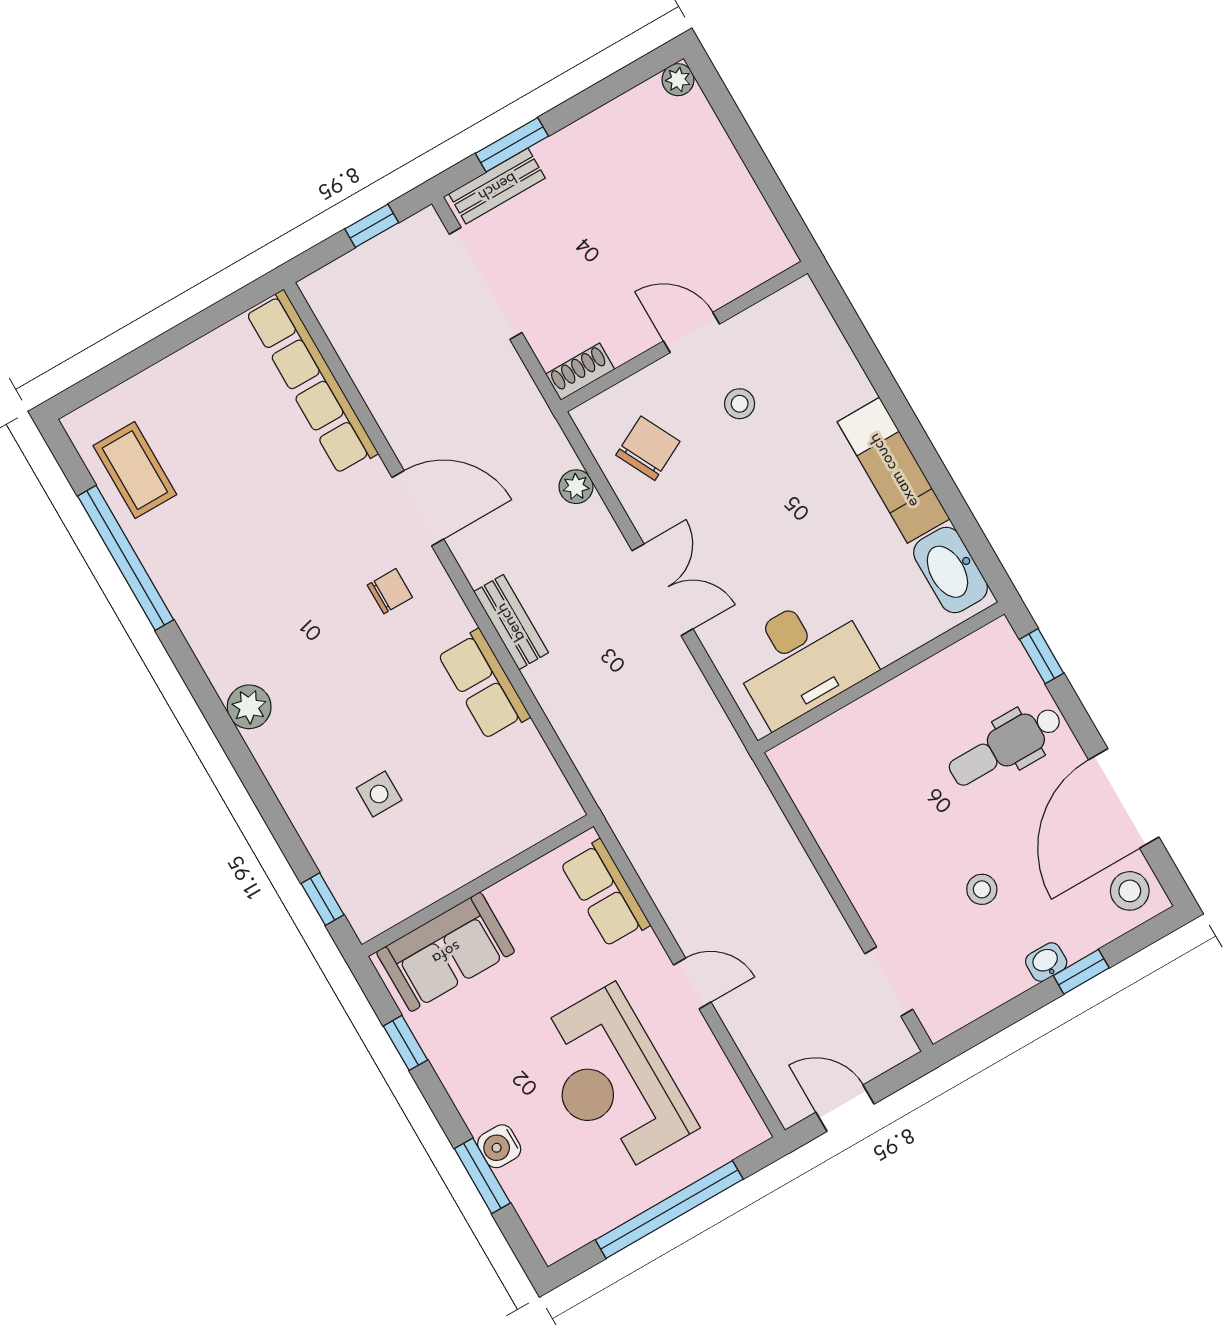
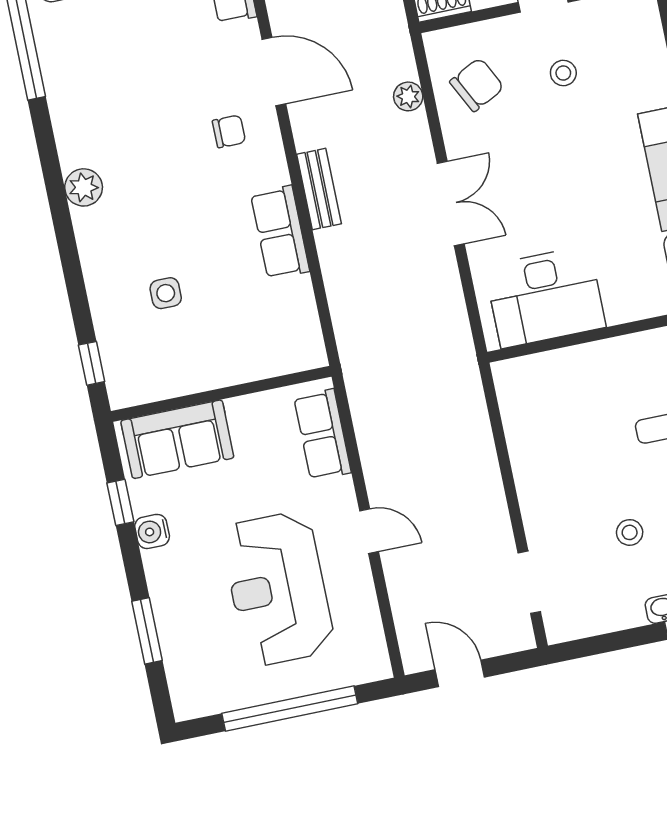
water cooler: (499, 1146) -> (152, 531), moved

